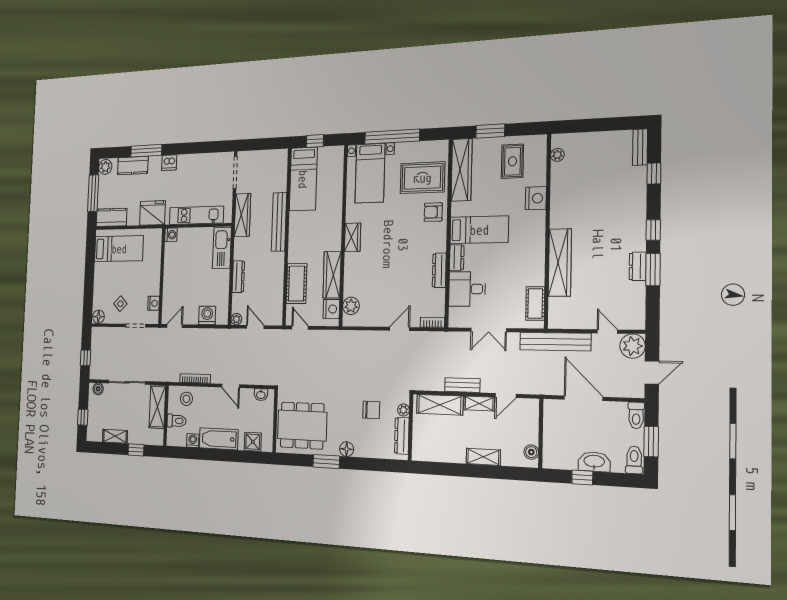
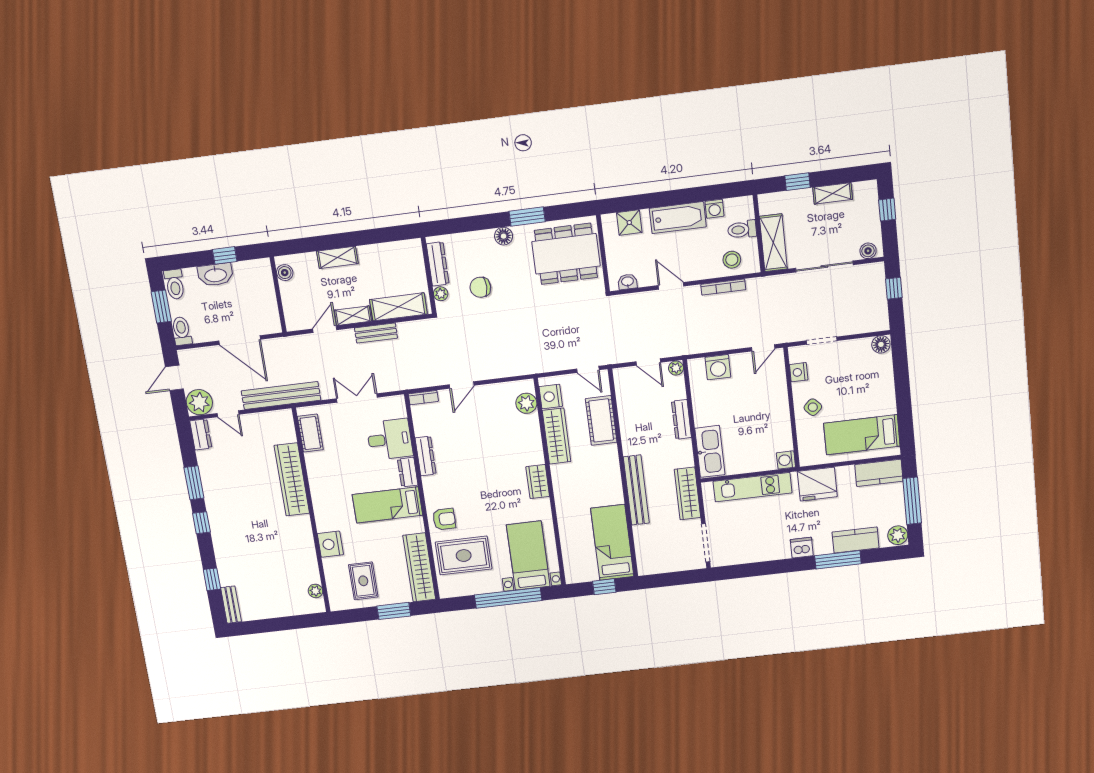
dresser: (638, 266) -> (201, 434), moved
side table: (120, 304) -> (813, 407), moved

